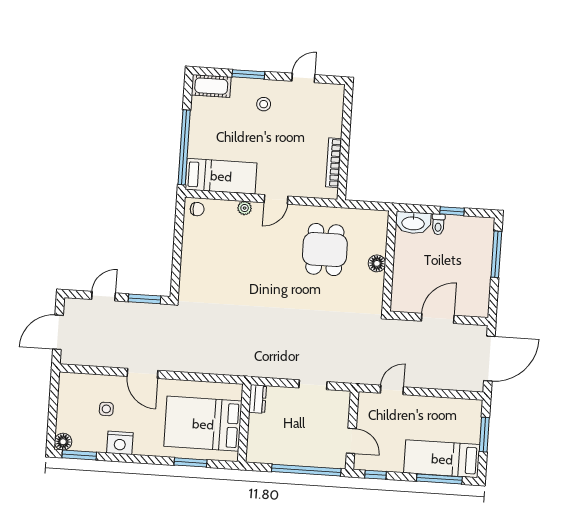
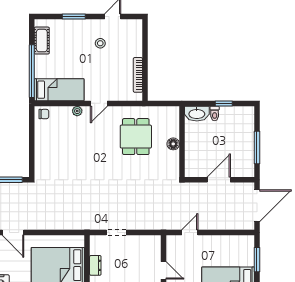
cot: (211, 86) -> (42, 41), moved, turned 90
stool: (264, 104) -> (100, 43), moved
window: (496, 254) -> (257, 147), moved
doorway: (313, 385) -> (116, 233), moved
dresser: (258, 399) -> (95, 265), moved

